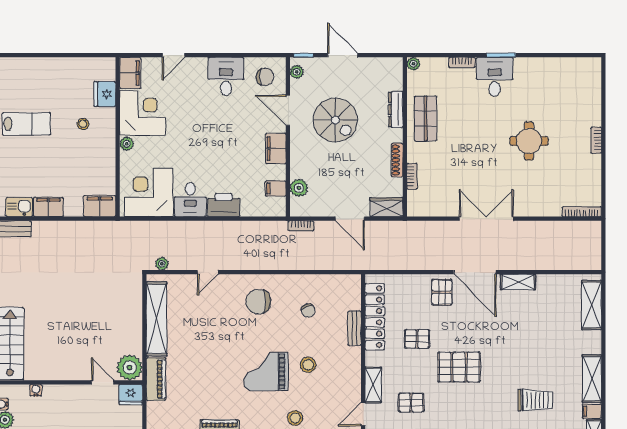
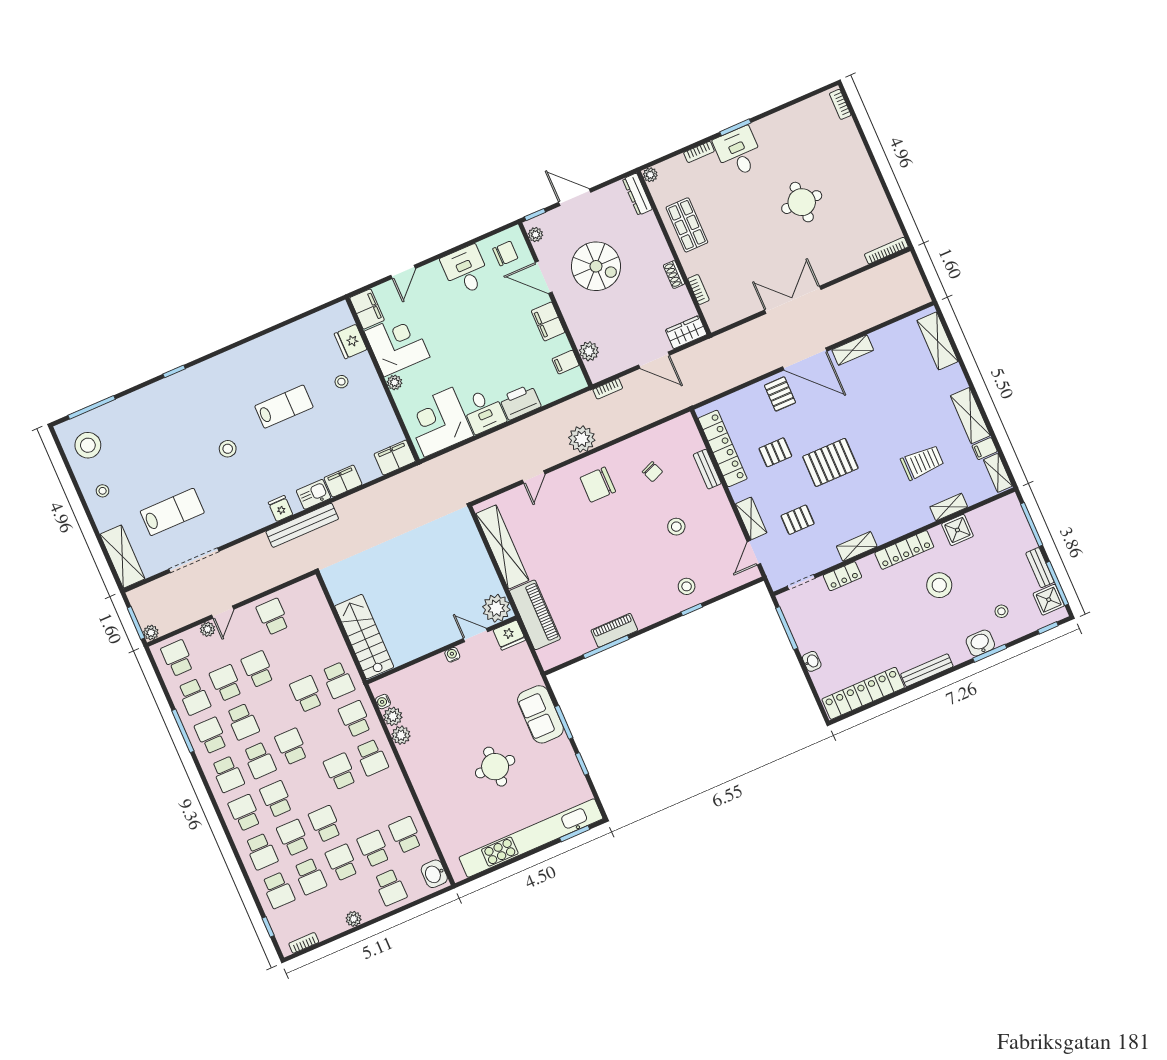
dresser: (396, 109) -> (637, 194), moved
bookcase: (596, 140) -> (840, 104), moved
shoe rack: (397, 160) -> (674, 275), width x0.70
plant: (162, 264) -> (582, 439), moved, width x1.88, depth x1.88
grand piano: (266, 372) -> (636, 552), removed
piano: (156, 379) -> (535, 615), width x1.37, depth x1.33
water cooler: (36, 390) -> (452, 655), moved

